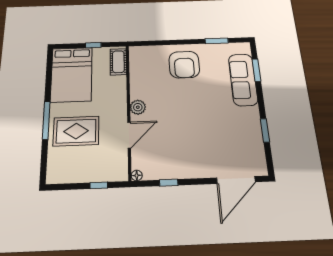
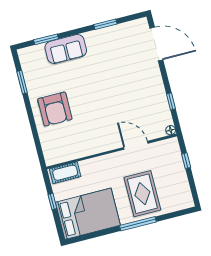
armchair: (184, 65) -> (55, 109), turned 90
sofa: (243, 80) -> (66, 49), width x0.73
plant: (138, 107) -> (108, 143), removed

